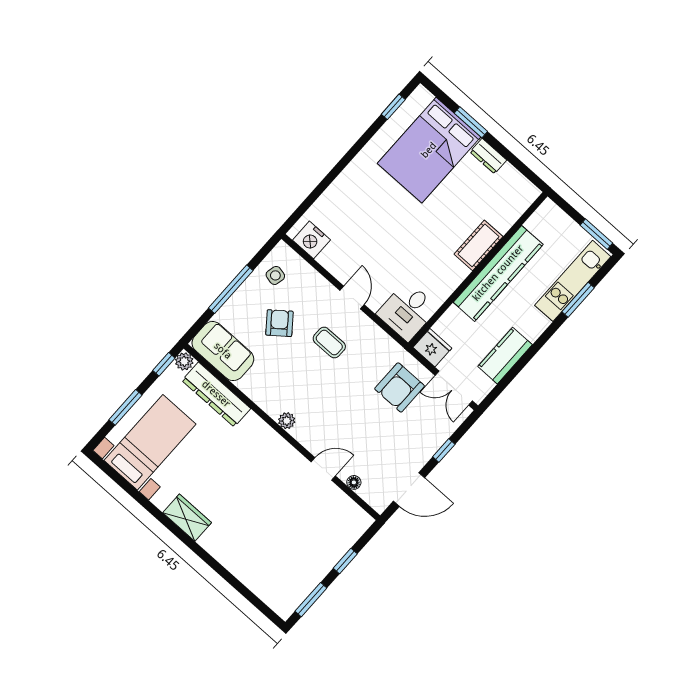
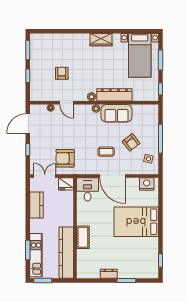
bed: (429, 150) -> (136, 222), moved, turned -90
kitchen counter: (498, 273) -> (66, 253), moved
door: (352, 298) -> (113, 176), width x1.87
sofa: (223, 351) -> (117, 113), moved
plant: (184, 361) -> (92, 97), moved
armchair: (400, 387) -> (65, 158), turned -90
dresser: (216, 394) -> (114, 95), moved
door: (323, 469) -> (67, 103), hinge flipped
armchair: (291, 519) -> (62, 73), added

